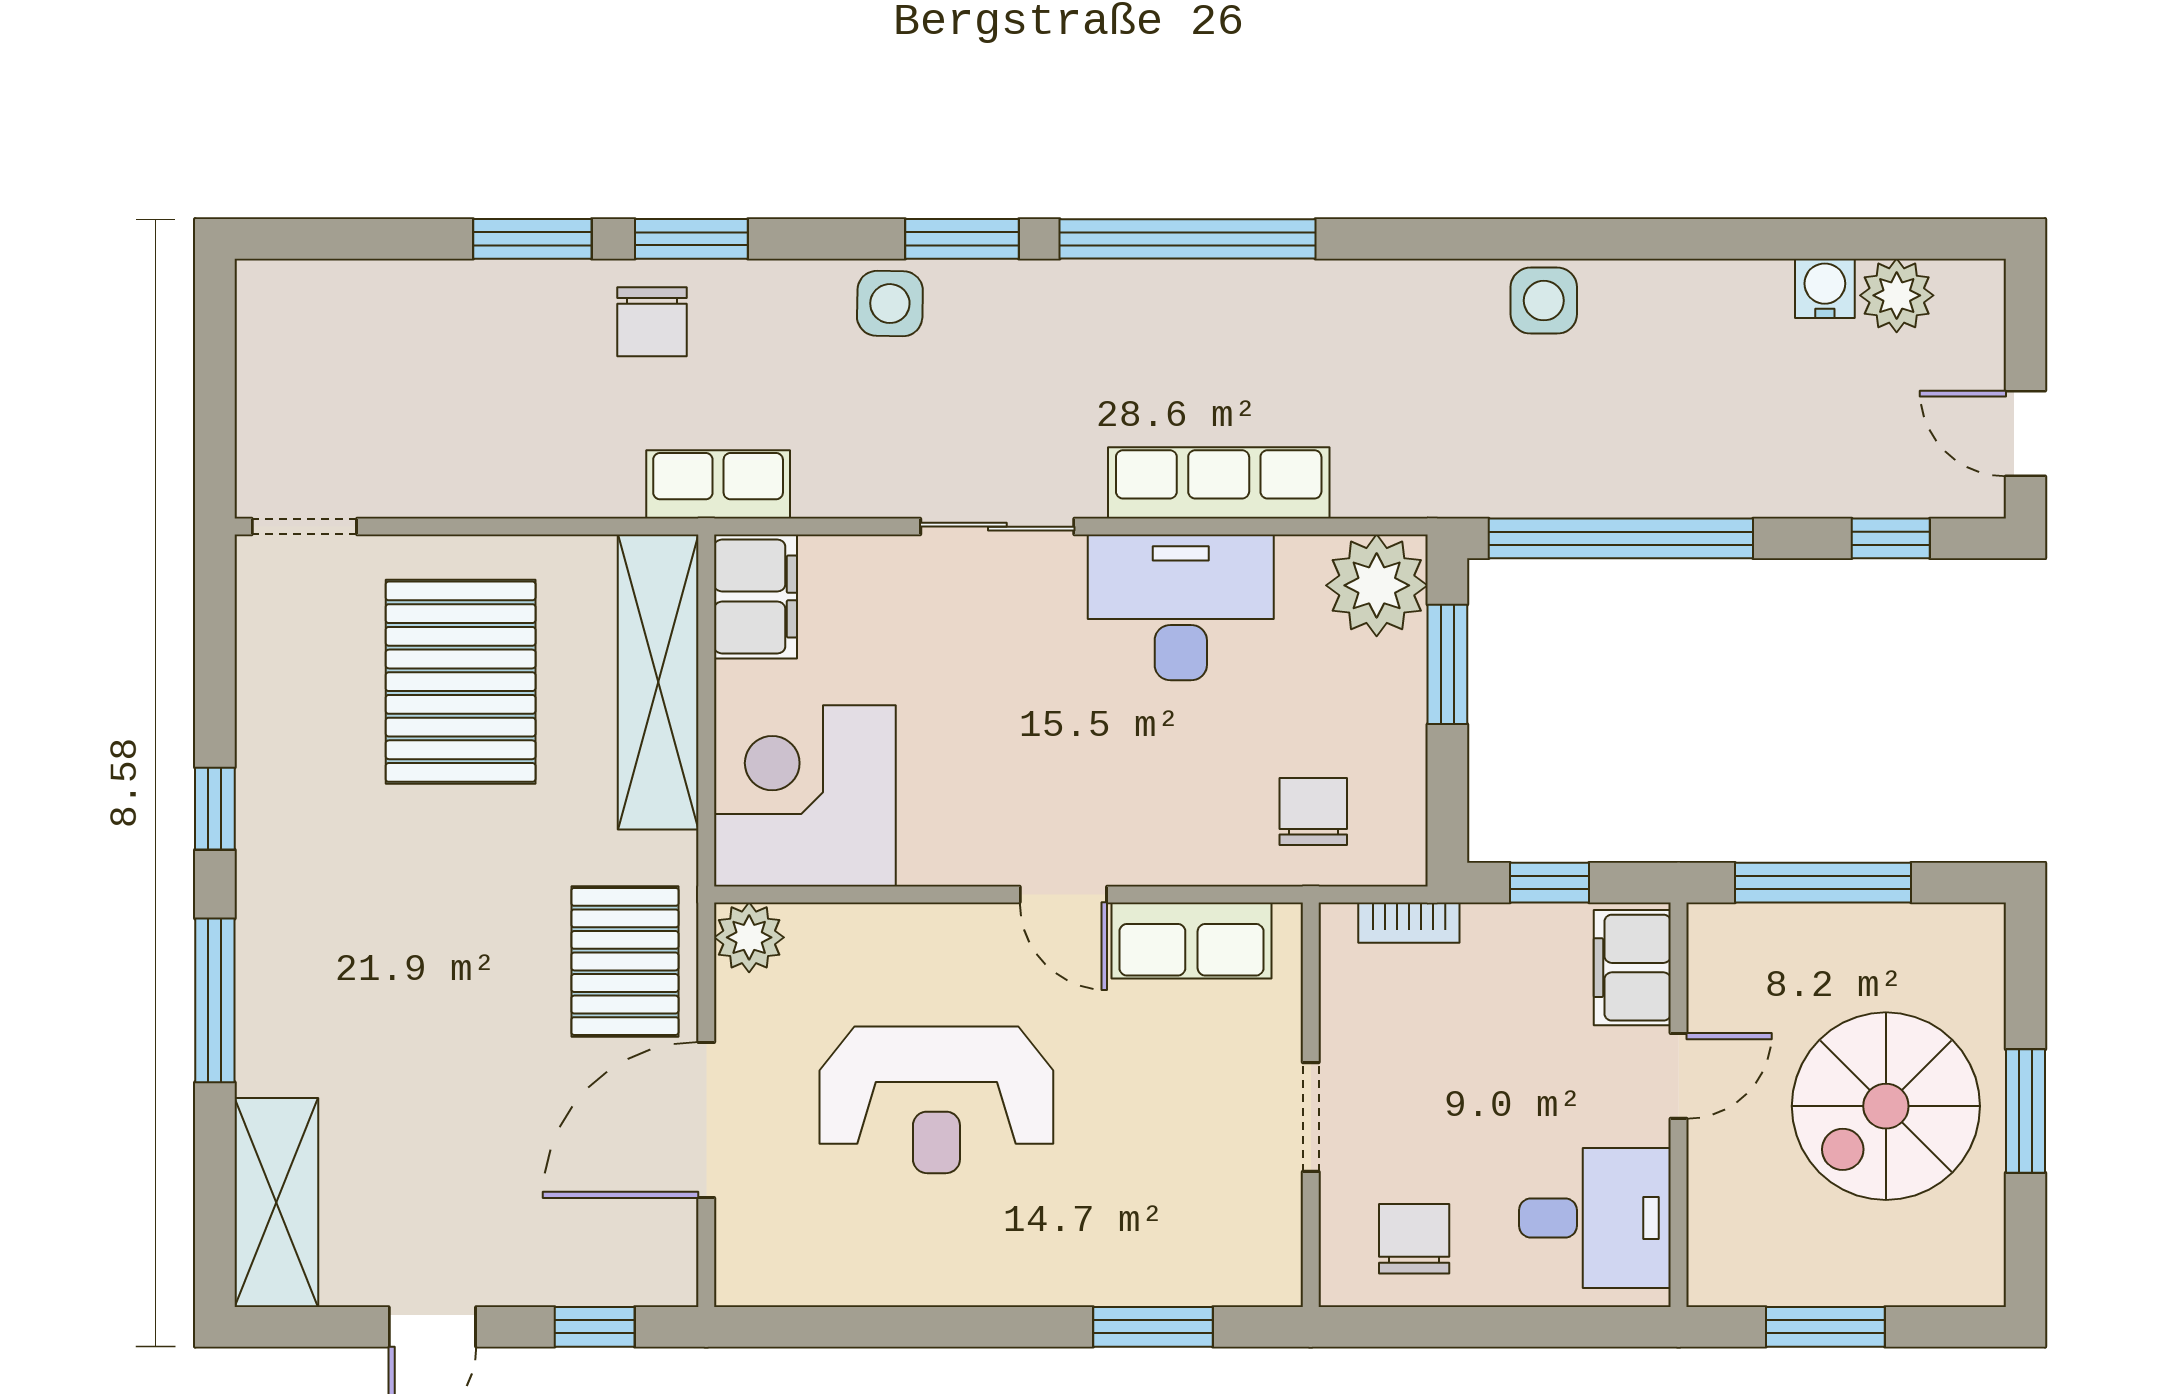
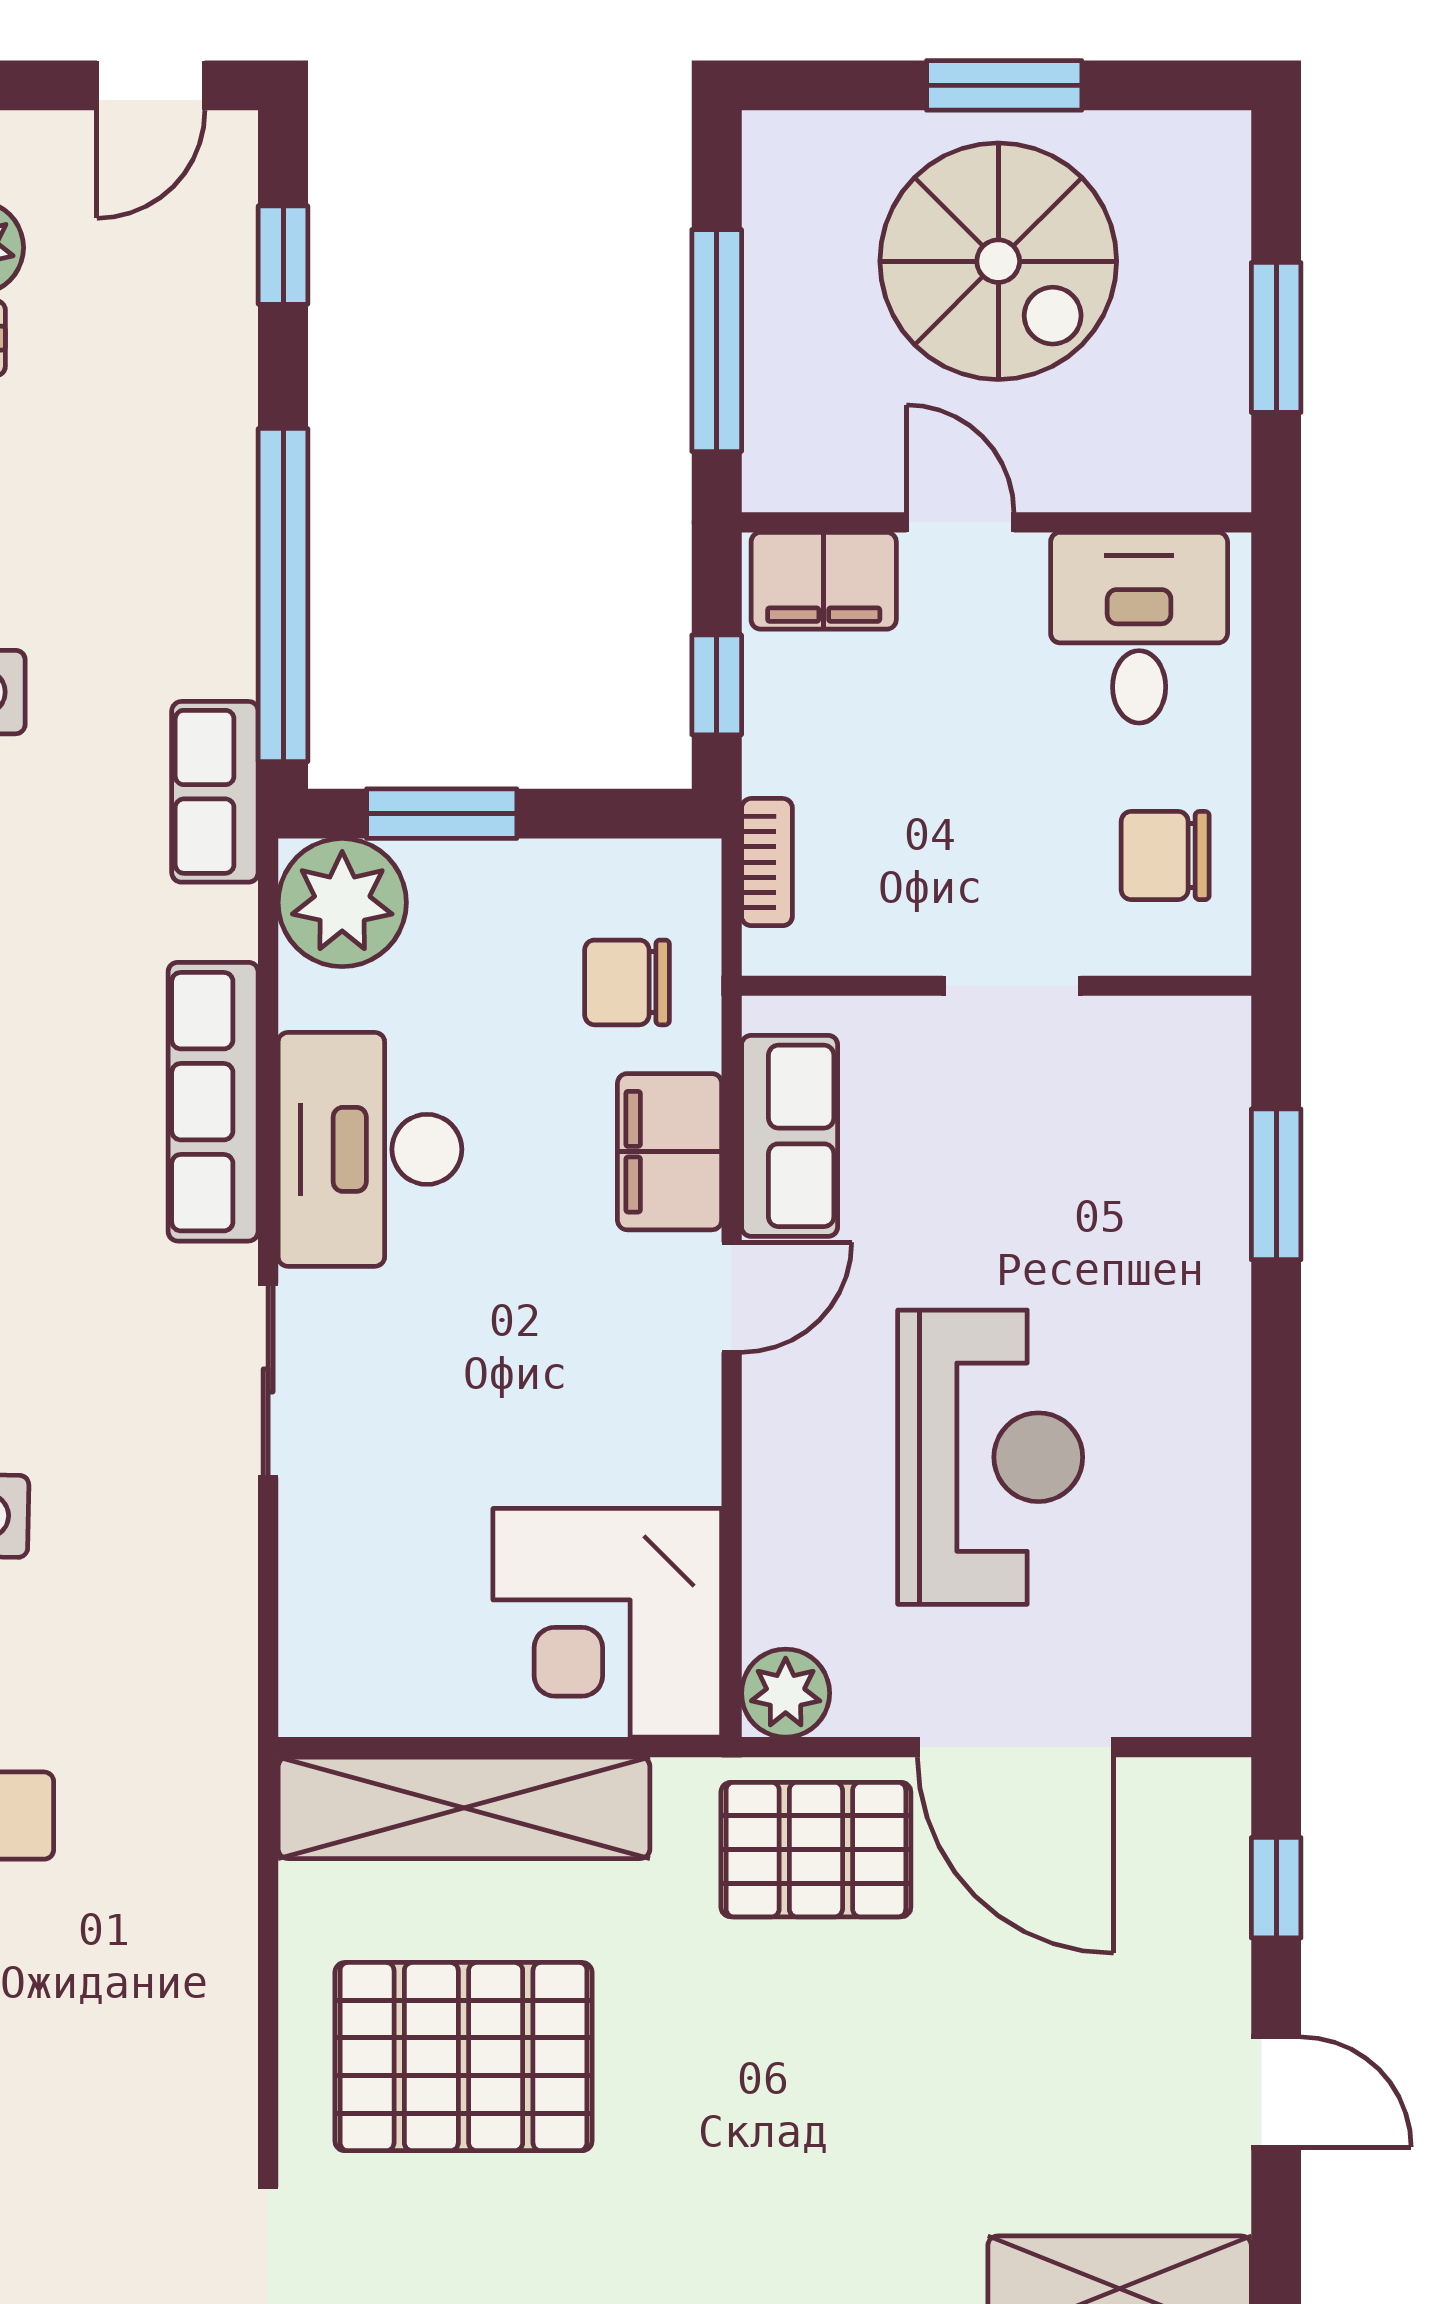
row of seats: (718, 484) -> (215, 792), moved
filing cabinet: (755, 597) -> (670, 1152), moved, turned -90

